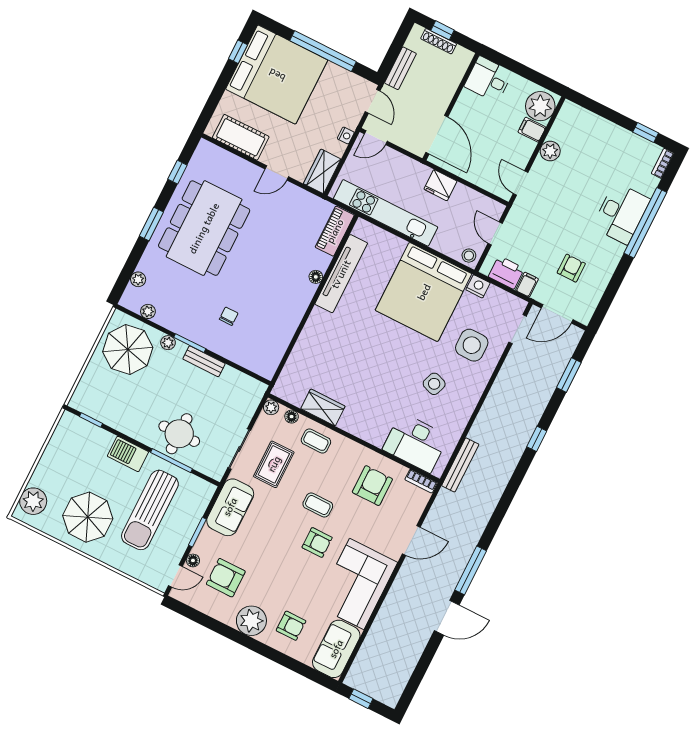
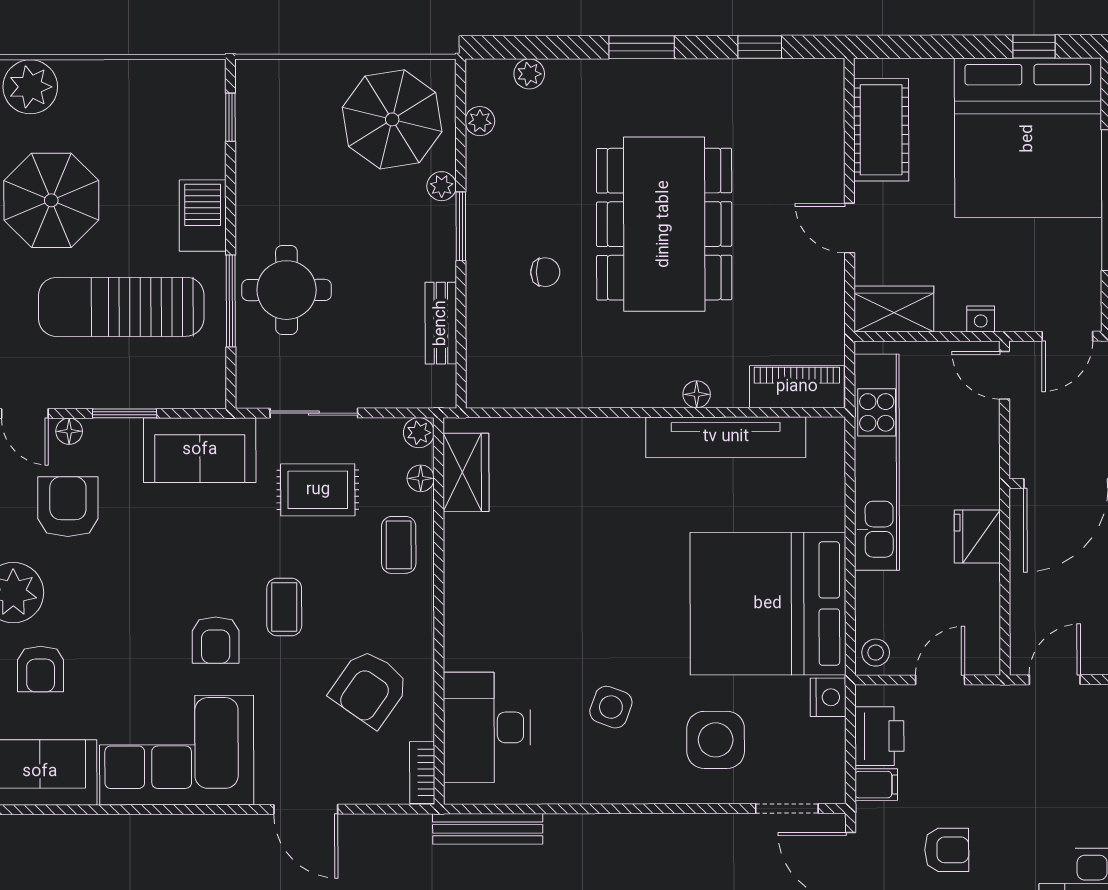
dining table: (204, 228) -> (664, 224), moved, turned 90
bench: (204, 361) -> (441, 323), moved
wardrobe: (323, 407) -> (466, 472), moved
armchair: (372, 486) -> (370, 688), turned 125

